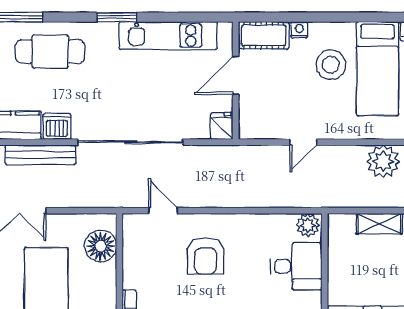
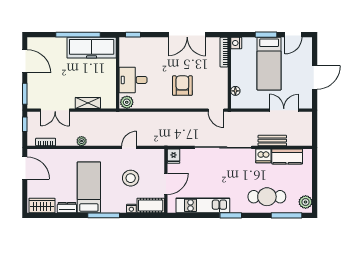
window: (350, 17) -> (104, 215), added
stool: (331, 65) -> (131, 178), moved
bench: (40, 155) -> (272, 141), width x0.73
plant: (383, 161) -> (82, 141), width x0.53, depth x0.53
door: (163, 211) -> (216, 110), moved
floor lamp: (101, 246) -> (235, 91), width x0.53, depth x0.53

